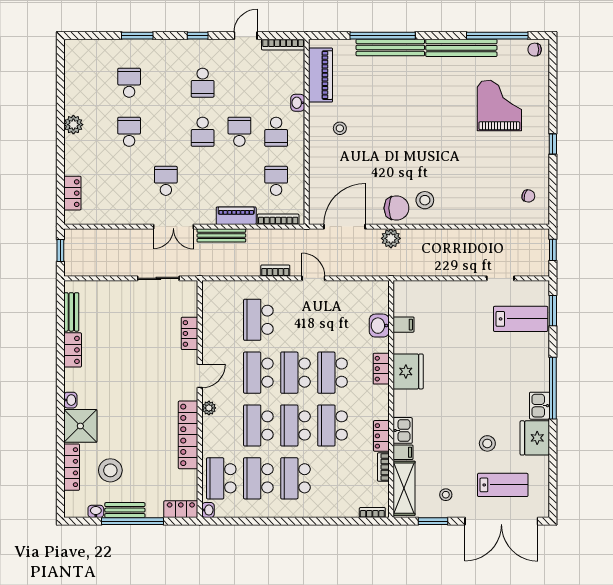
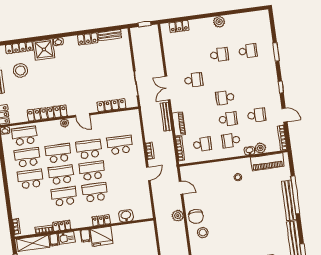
school desk: (203, 83) -> (257, 115), moved, turned 180
plant: (296, 84) -> (260, 148), added
door: (344, 227) -> (181, 188), width x0.53
filing cabinet: (404, 325) -> (86, 236), moved
locker: (189, 333) -> (111, 105), width x1.53

